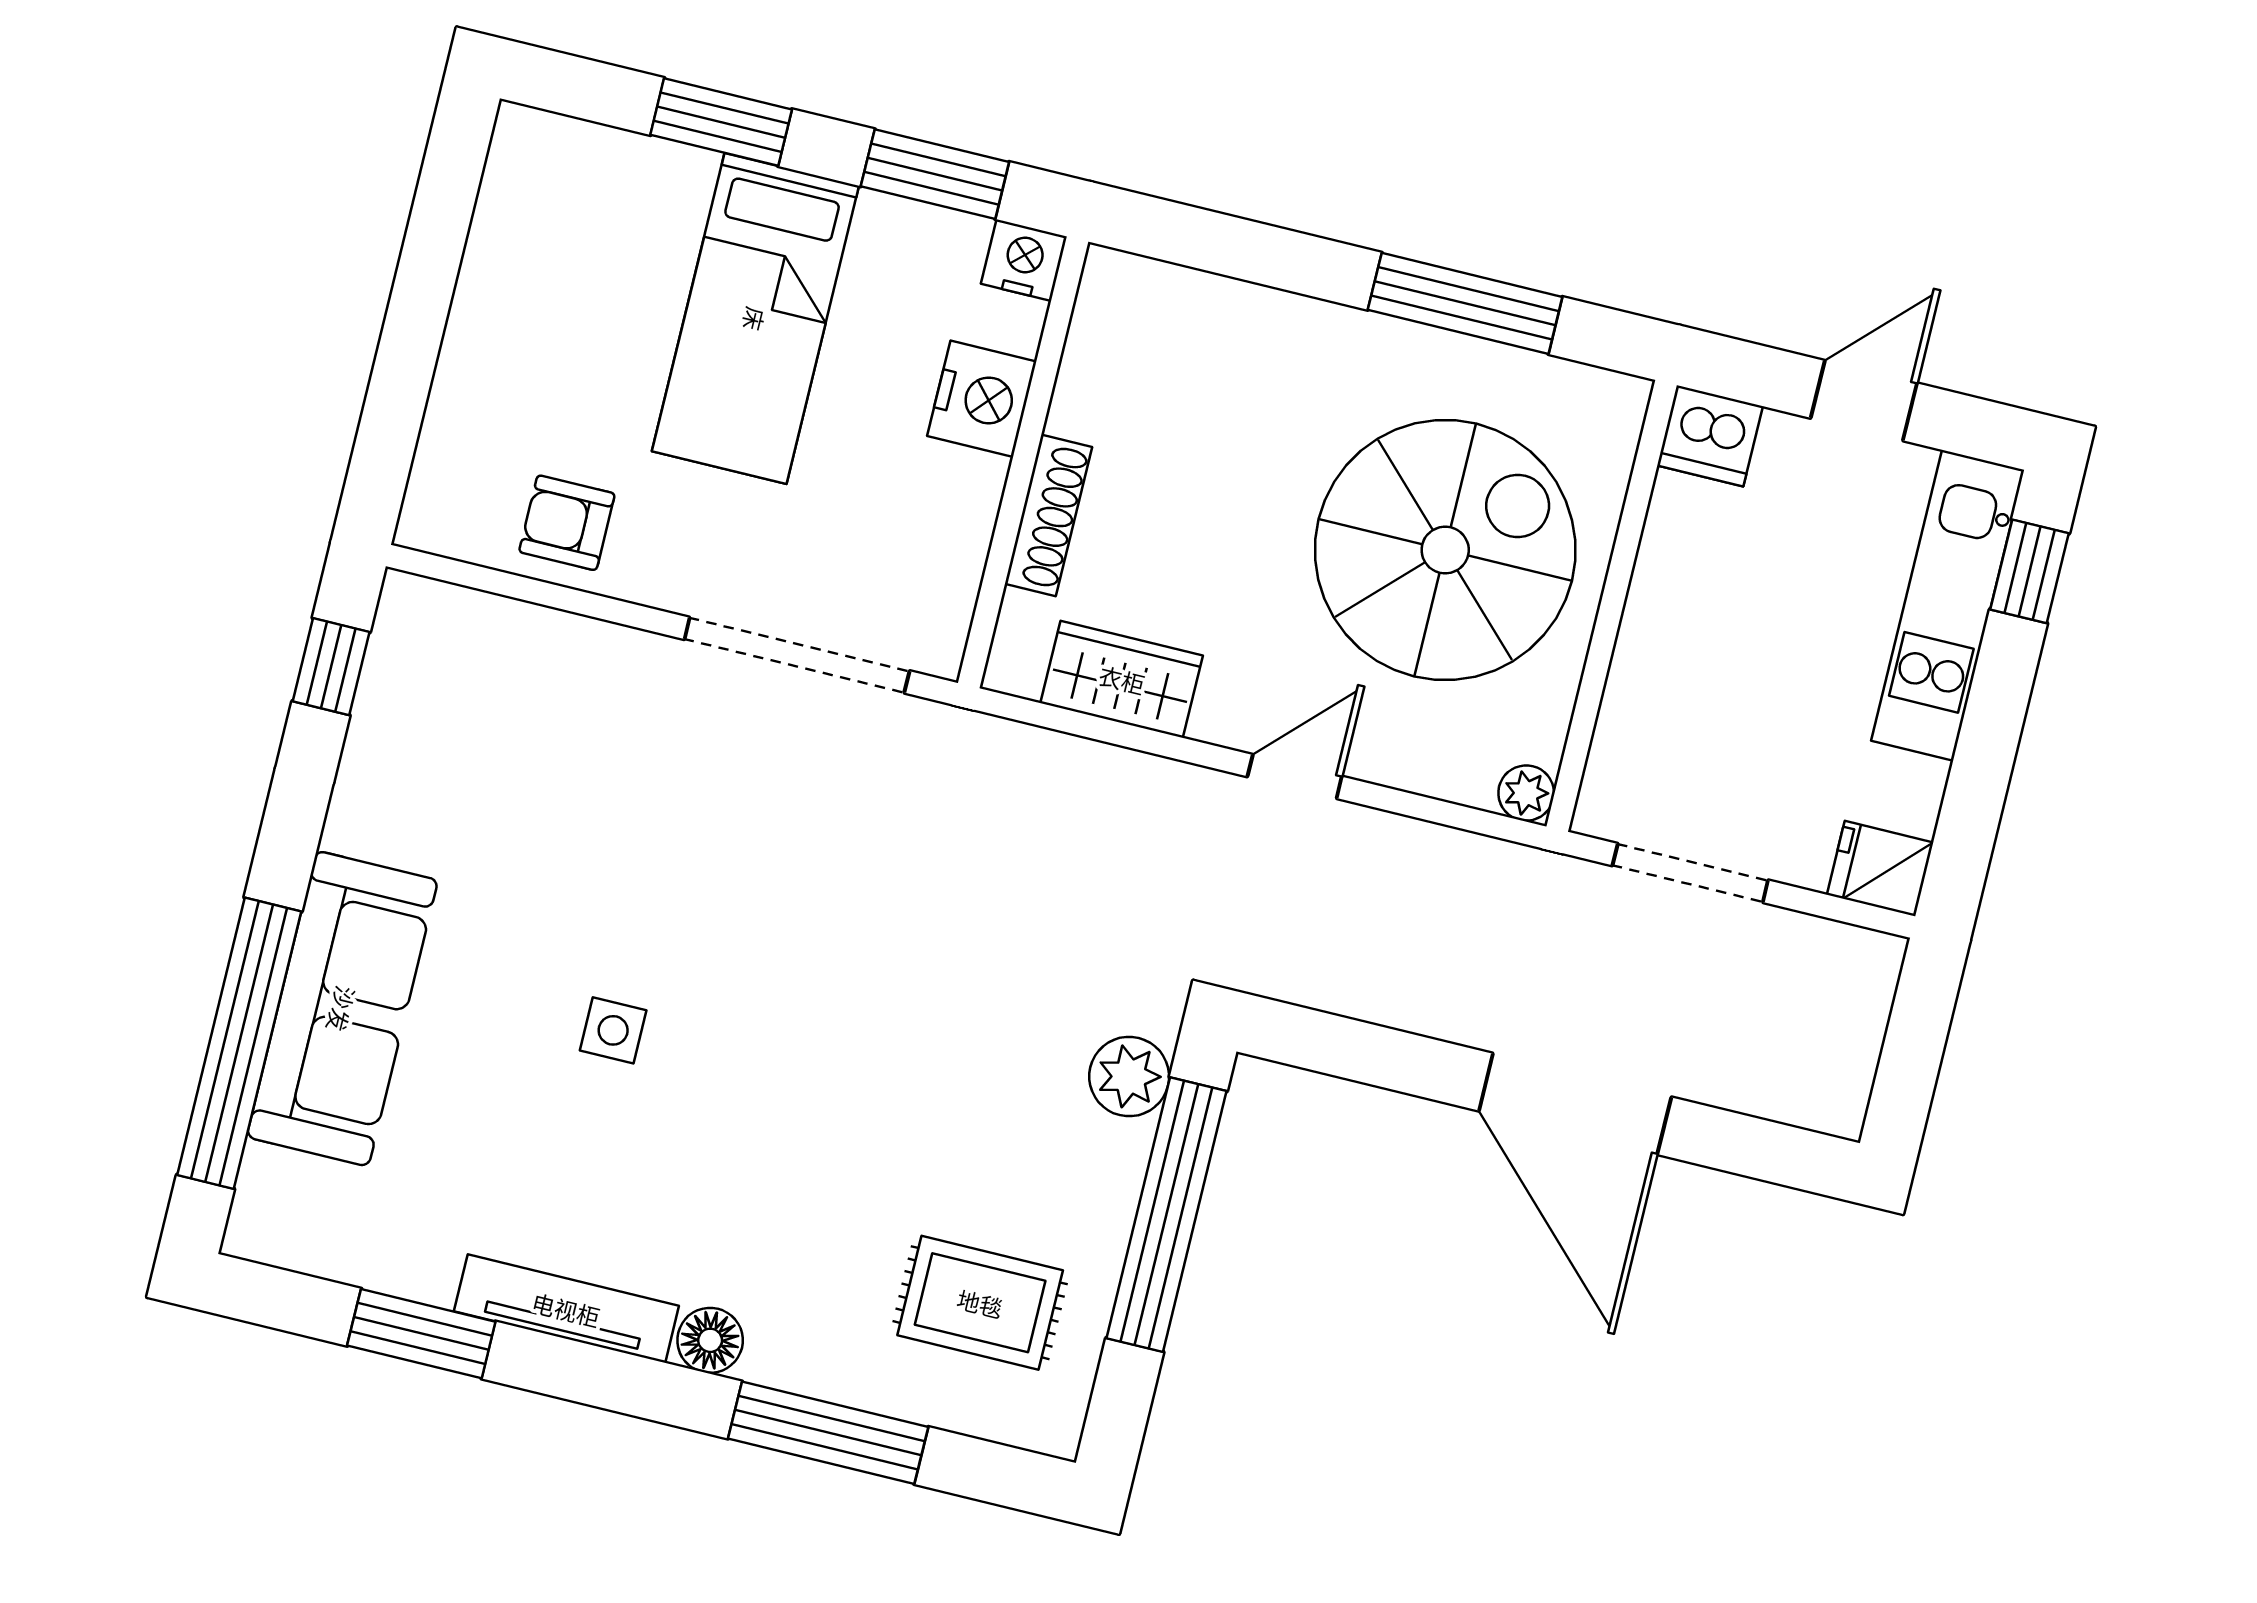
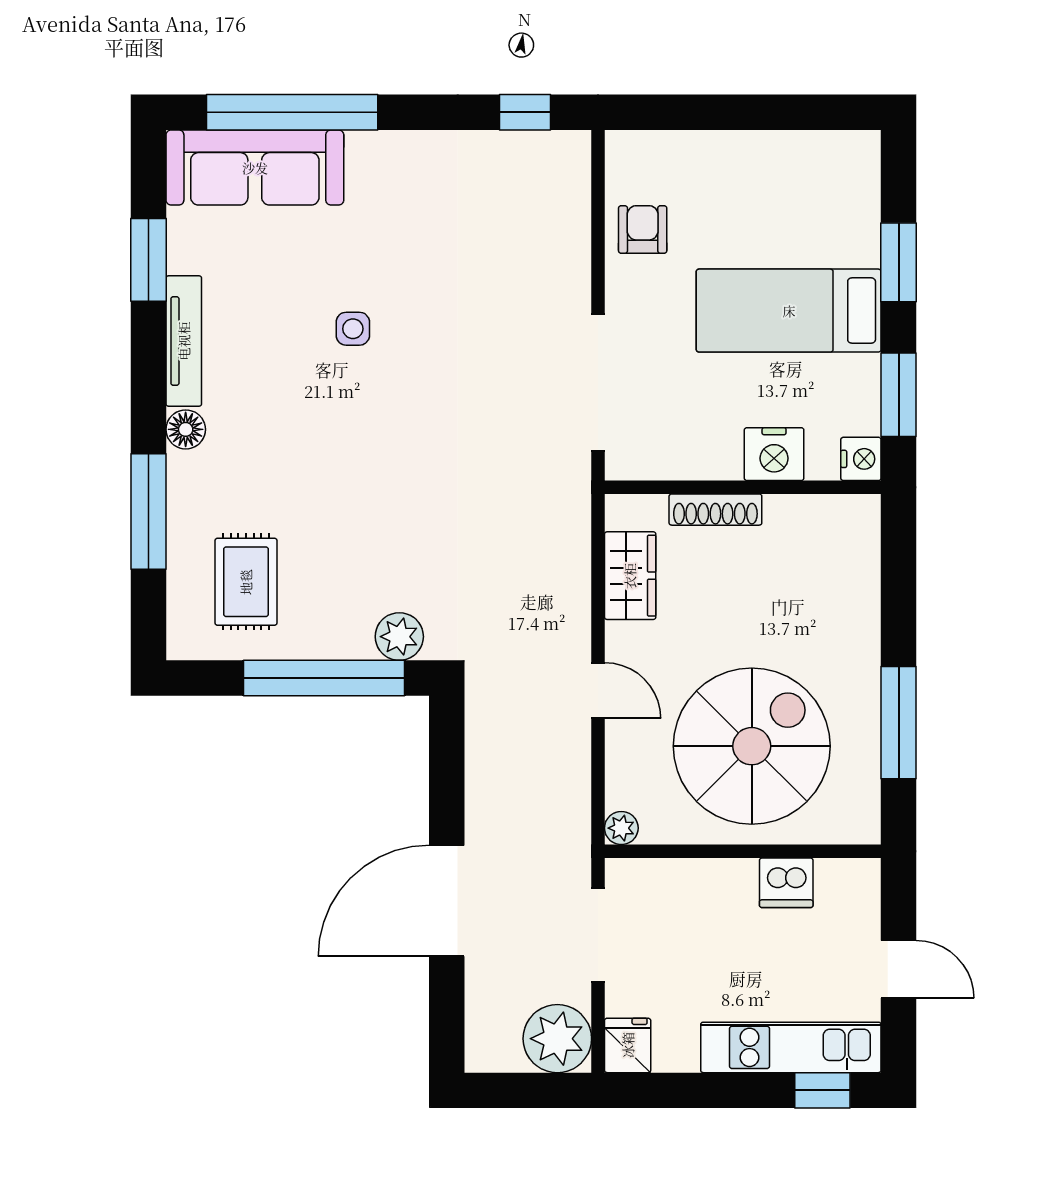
dishwasher: (1710, 436) -> (786, 883), moved, turned -90
spiral stairs: (1445, 550) -> (752, 746), turned -90
plant: (1841, 979) -> (557, 1039), added
sofa: (342, 1009) -> (255, 168), moved

